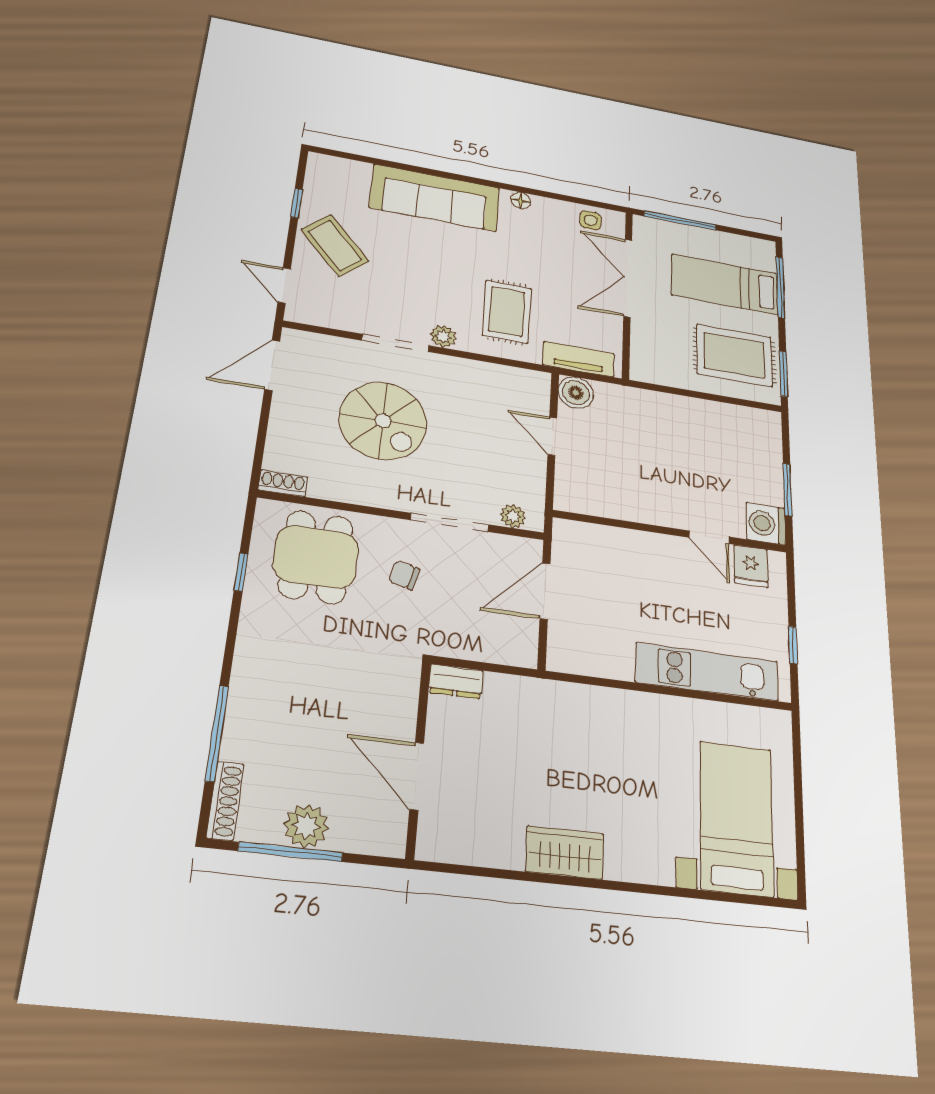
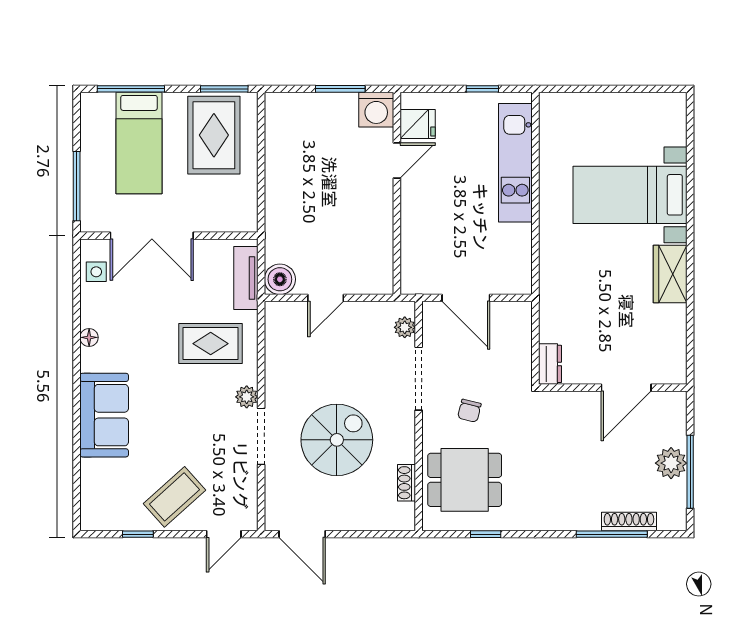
sofa: (435, 198) -> (104, 415), width x0.73
shoe rack: (283, 483) -> (406, 483), moved
shoe rack: (225, 801) -> (629, 522), moved
bed with nightstands: (736, 818) -> (630, 195), moved

